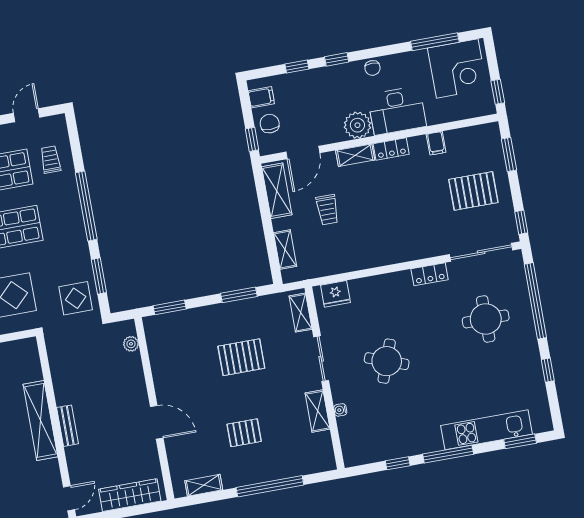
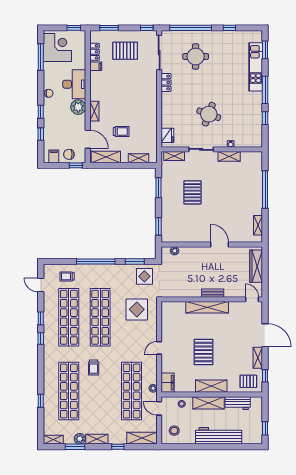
locker: (391, 149) -> (94, 52), moved
pallet: (473, 191) -> (125, 51), turned 90
door: (157, 422) -> (219, 245), hinge flipped
pallet: (244, 433) -> (234, 198), removed

